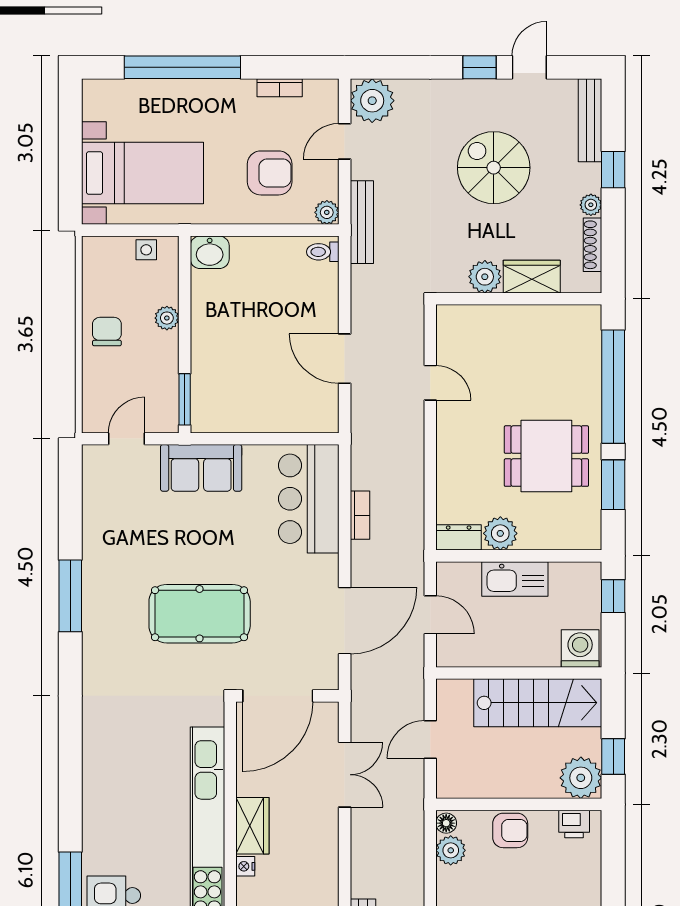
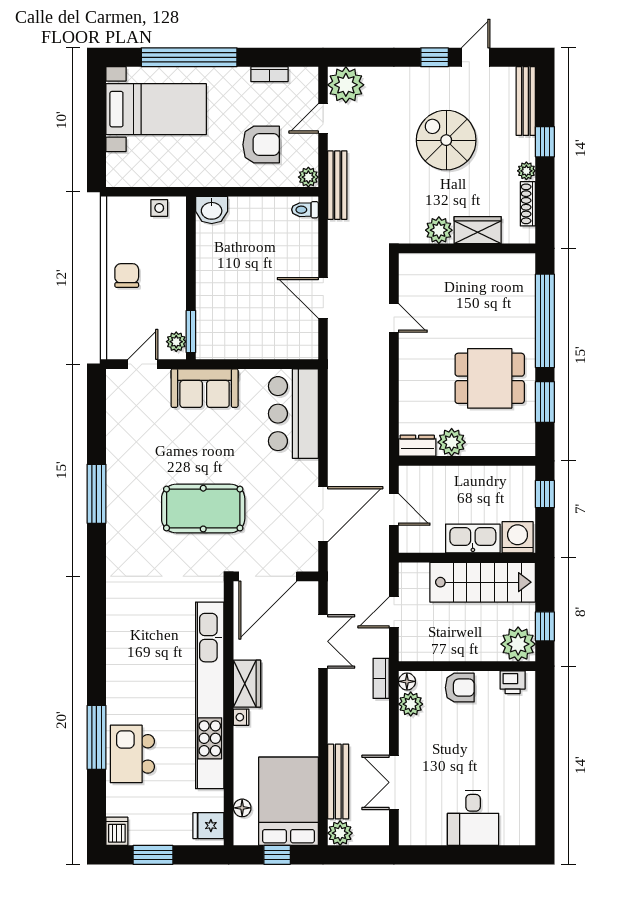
bed with nightstands: (142, 173) -> (156, 109), moved
plant: (167, 318) -> (176, 342), moved
bookcase: (360, 515) -> (381, 678), moved, turned 180
kitchen sink: (515, 579) -> (473, 538), moved, turned 180

